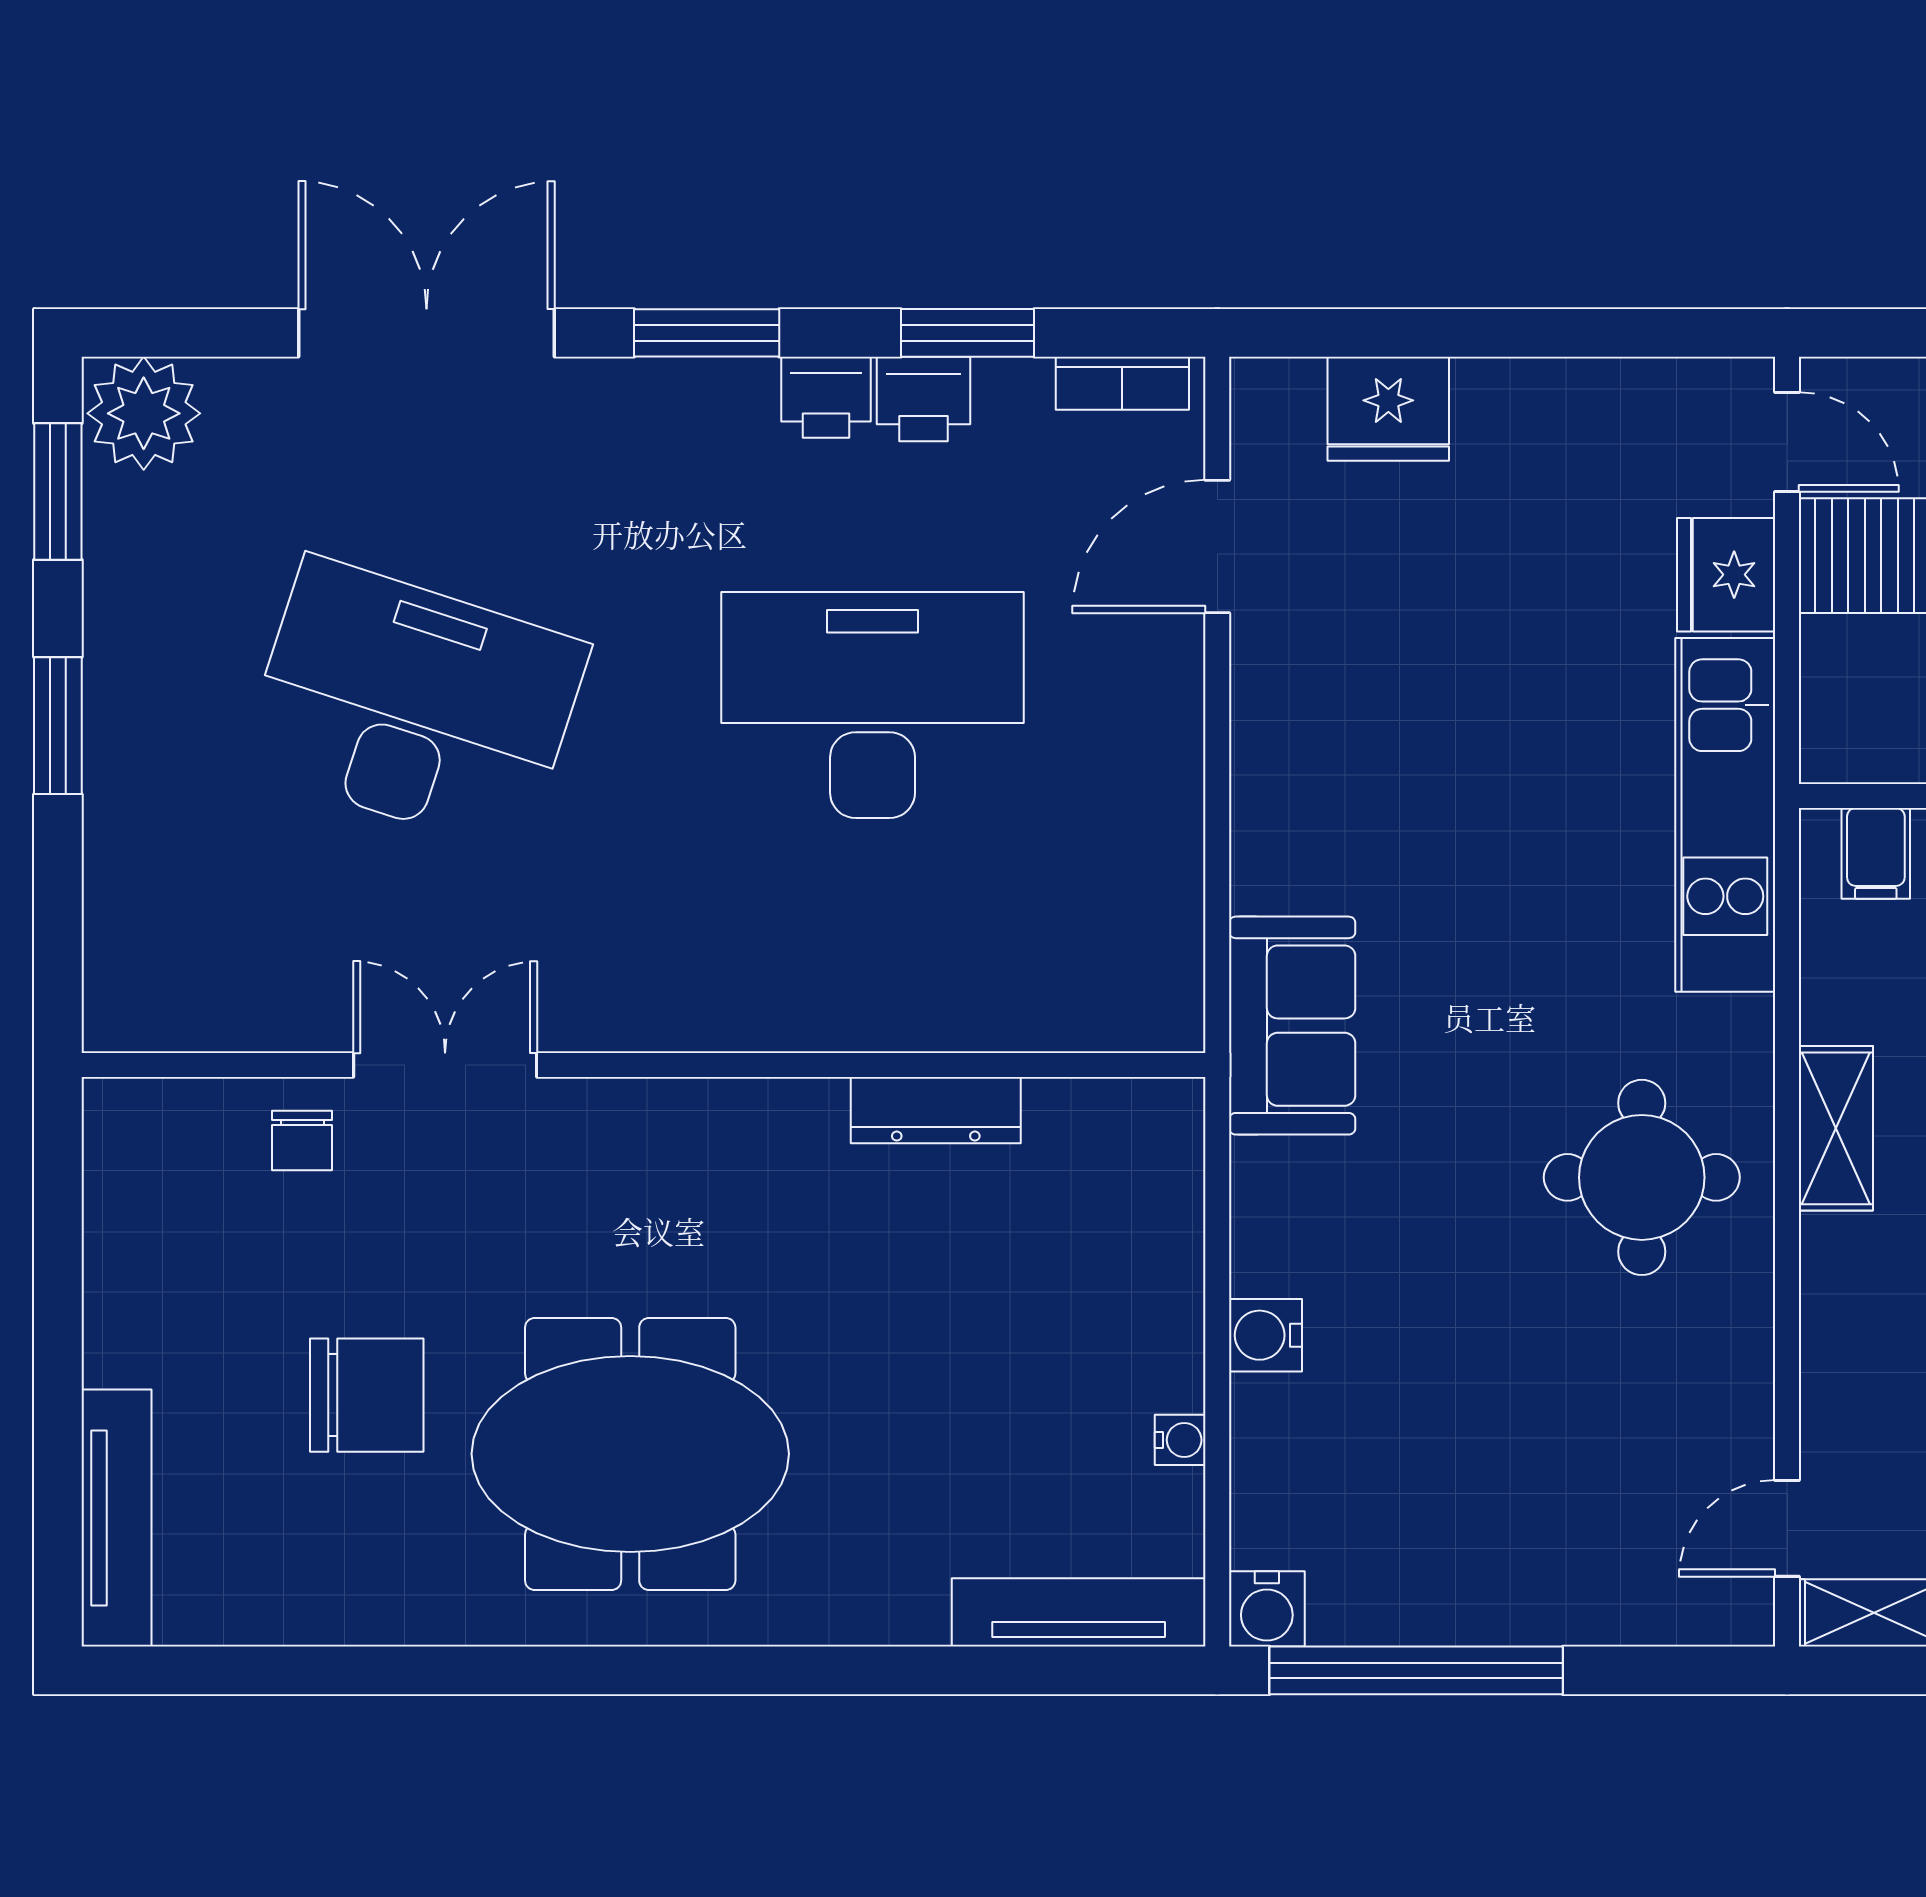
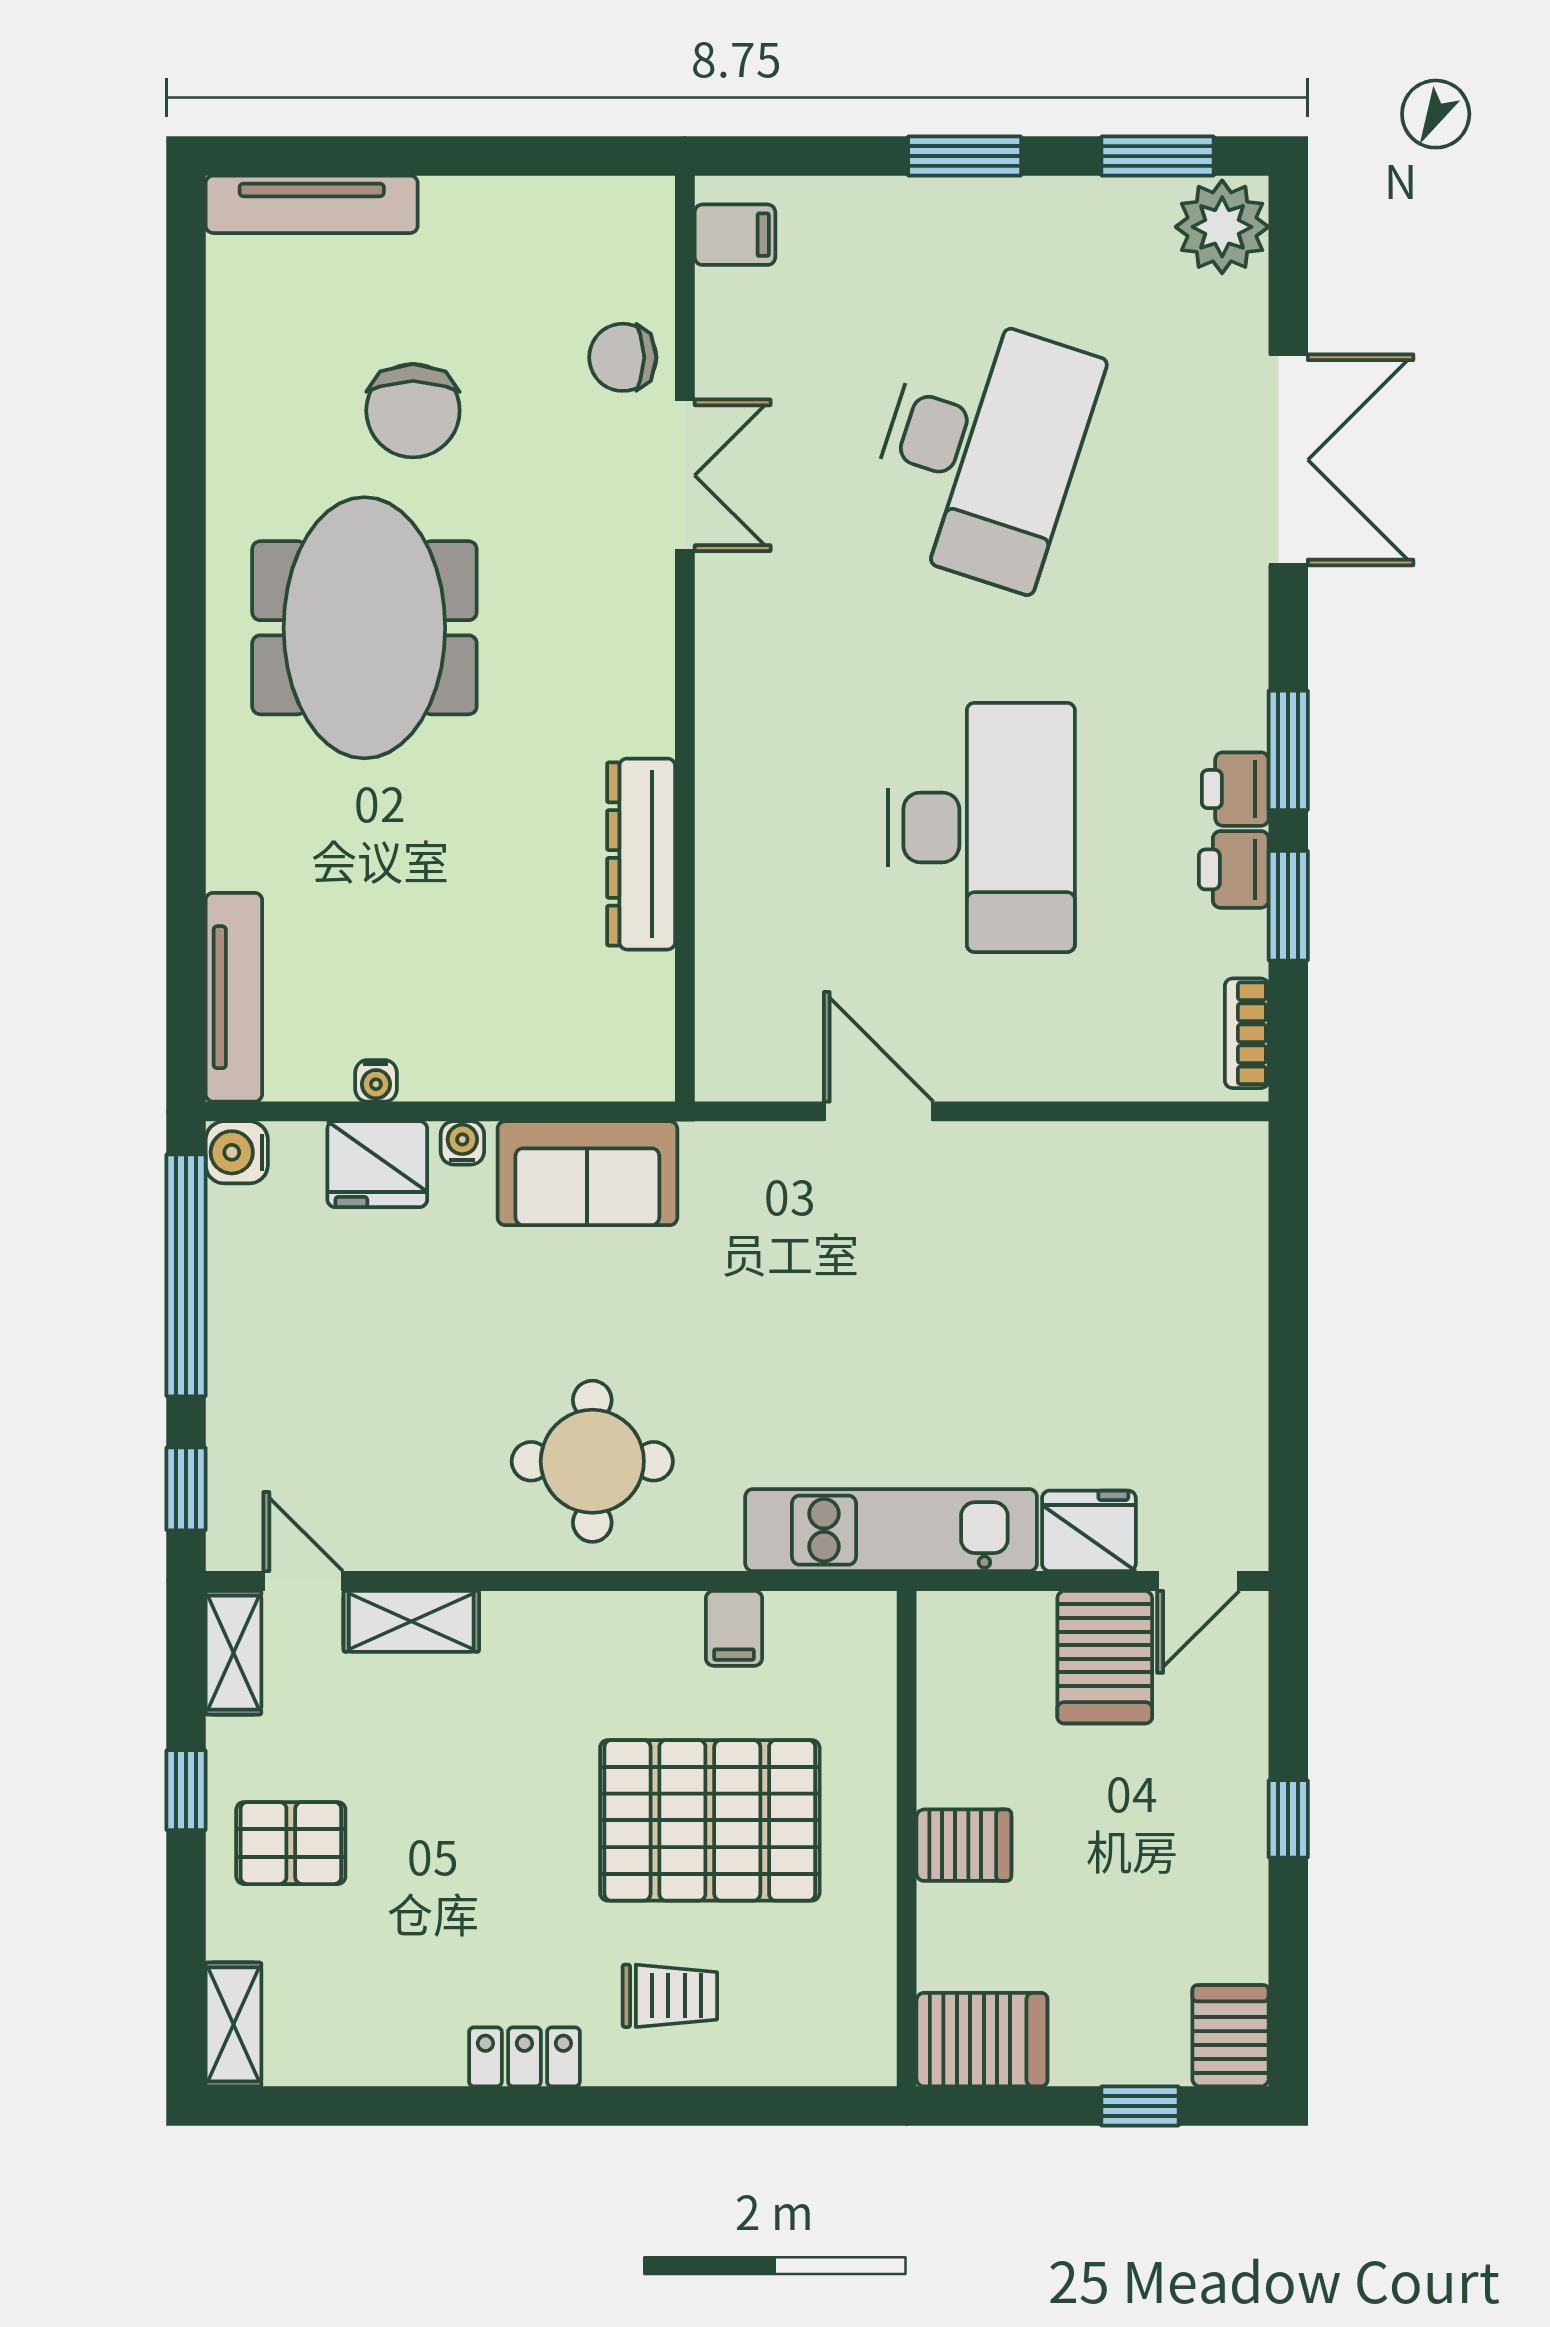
window: (707, 333) -> (1288, 750), moved
fridge: (1388, 409) -> (377, 1164), moved, turned -90
door: (1217, 546) -> (879, 1111), moved
filing cabinet: (1876, 853) -> (734, 1628), moved, turned -90
filing cabinet: (153, 1004) -> (735, 235), added
sofa: (1292, 1026) -> (587, 1173), moved
dresser: (936, 1110) -> (641, 854), width x1.37, depth x1.24
shelving: (1836, 1128) -> (411, 1621), moved
chair: (302, 1140) -> (623, 357), width x1.37, depth x1.37
water cooler: (1265, 1335) -> (462, 1143), width x0.72, depth x0.72
window: (1675, 1670) -> (186, 1489), added

